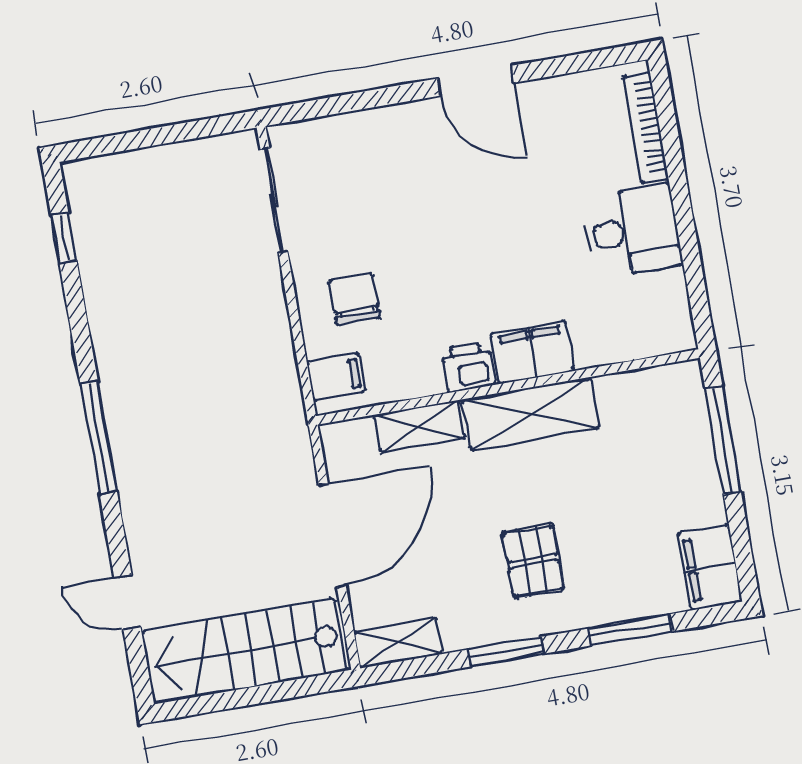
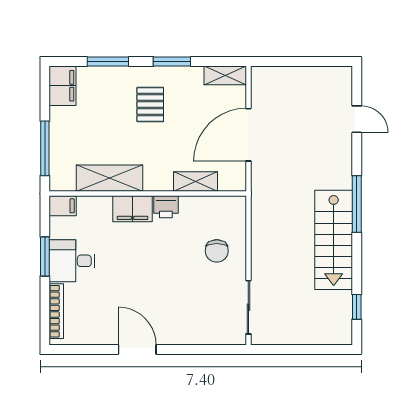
window: (686, 230) -> (45, 256), added
filing cabinet: (336, 377) -> (63, 206), moved, turned 180
shelving: (531, 414) -> (110, 178), moved
stairs: (244, 651) -> (334, 240), moved, turned 90

